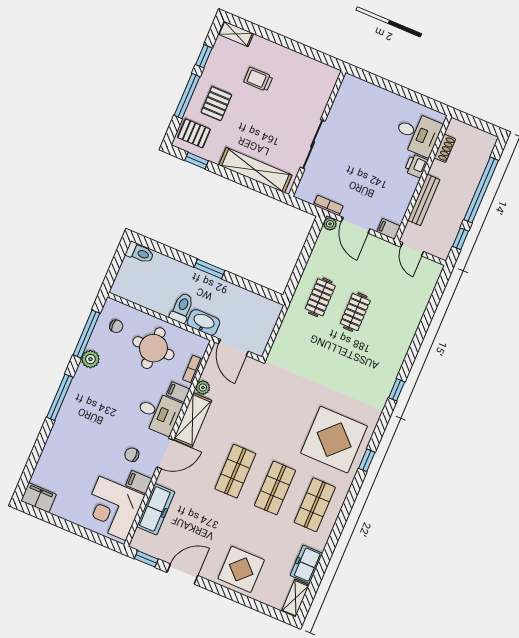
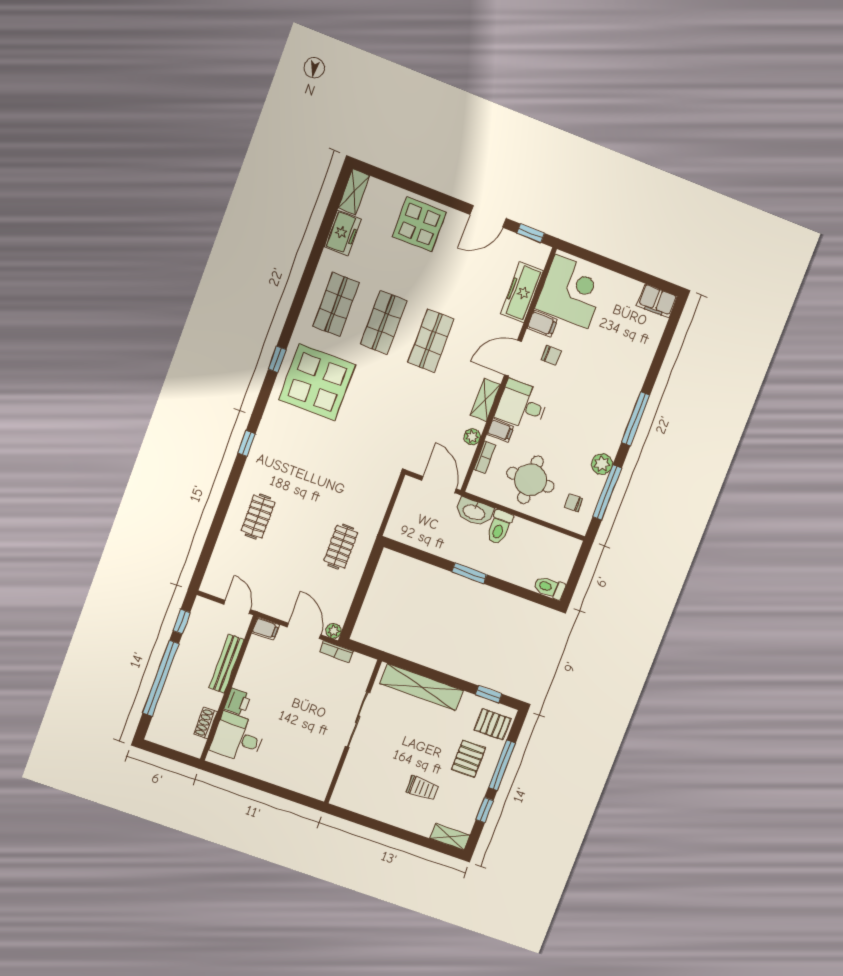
clothes rail: (355, 312) -> (258, 516), moved
shelving: (193, 420) -> (485, 400), width x0.67, depth x0.75

